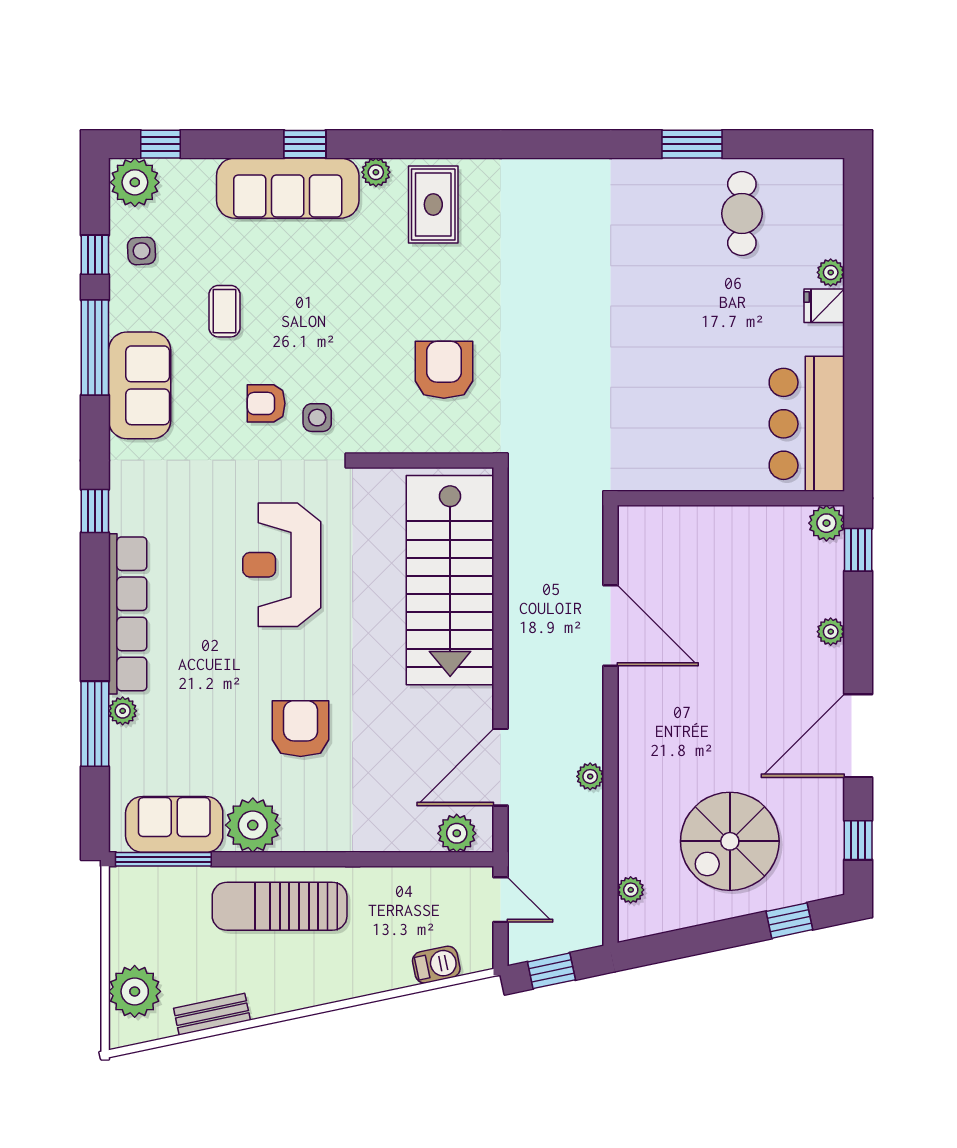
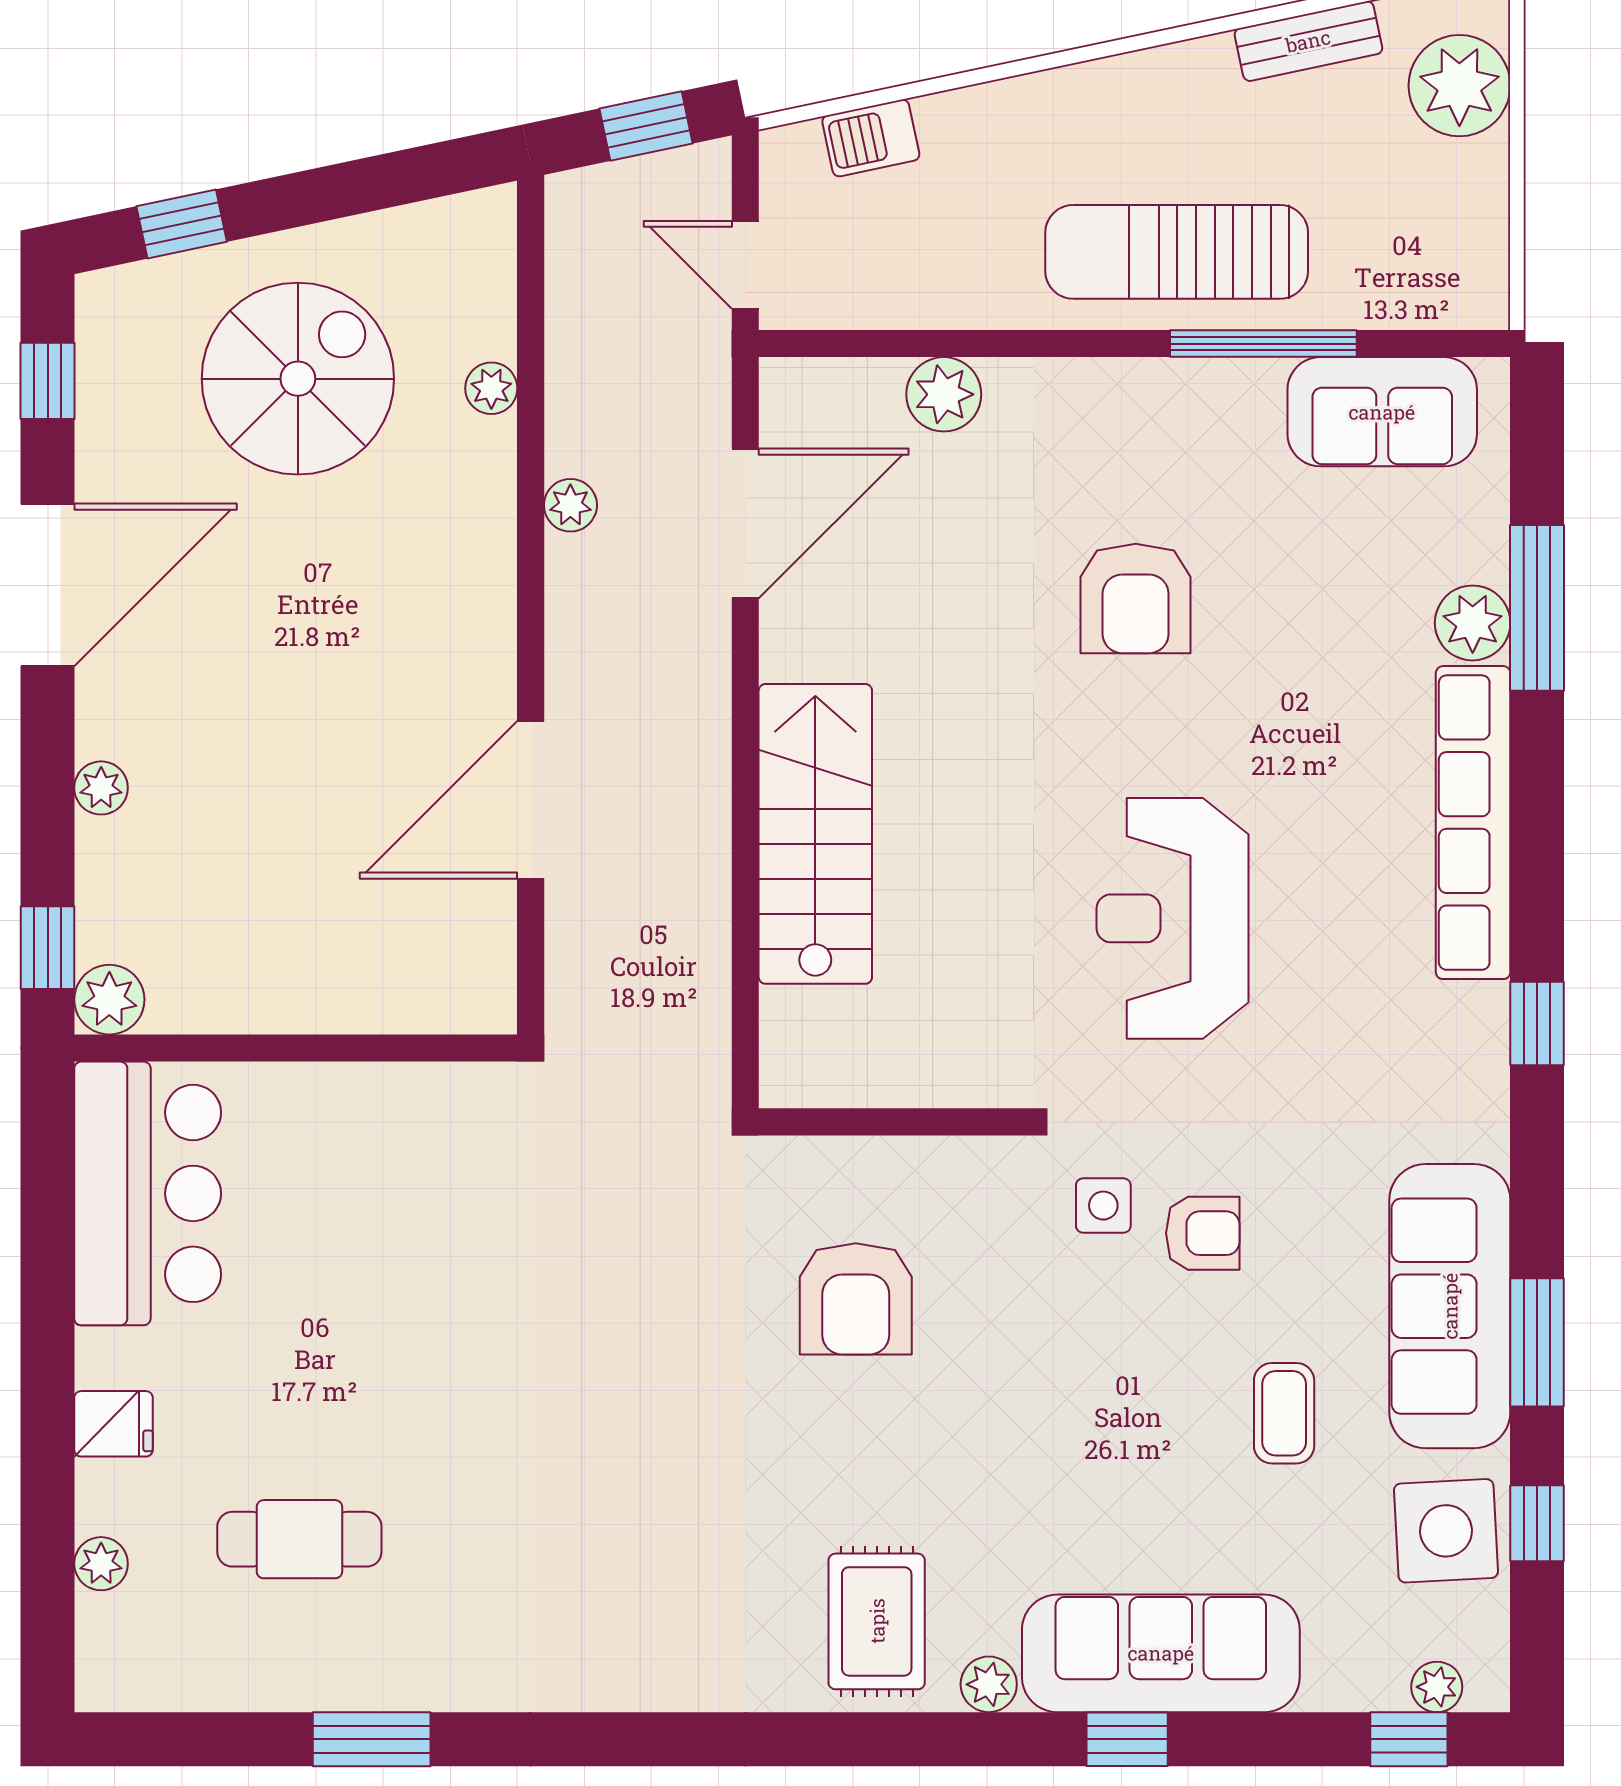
plant: (135, 182) -> (1437, 1687), width x0.53, depth x0.53
cafe table: (742, 214) -> (299, 1539), moved, turned 90
side table: (142, 251) -> (1446, 1531), width x1.87, depth x1.87
plant: (831, 272) -> (101, 1564), moved
window: (95, 347) -> (1537, 1342), width x0.69
sofa: (140, 385) -> (1450, 1306), width x1.36
reception desk: (282, 565) -> (1172, 918), turned 180
stairs: (450, 580) -> (815, 834), width x0.73, depth x0.66
door: (611, 625) -> (531, 800), hinge flipped
plant: (123, 711) -> (1473, 623), width x1.38, depth x1.38
plant: (253, 825) -> (1229, 410), removed
plant: (457, 833) -> (944, 394), moved
window: (163, 859) -> (1263, 344), moved
plant: (631, 890) -> (491, 388), moved
sun lounger: (280, 906) -> (1177, 252), turned 180

